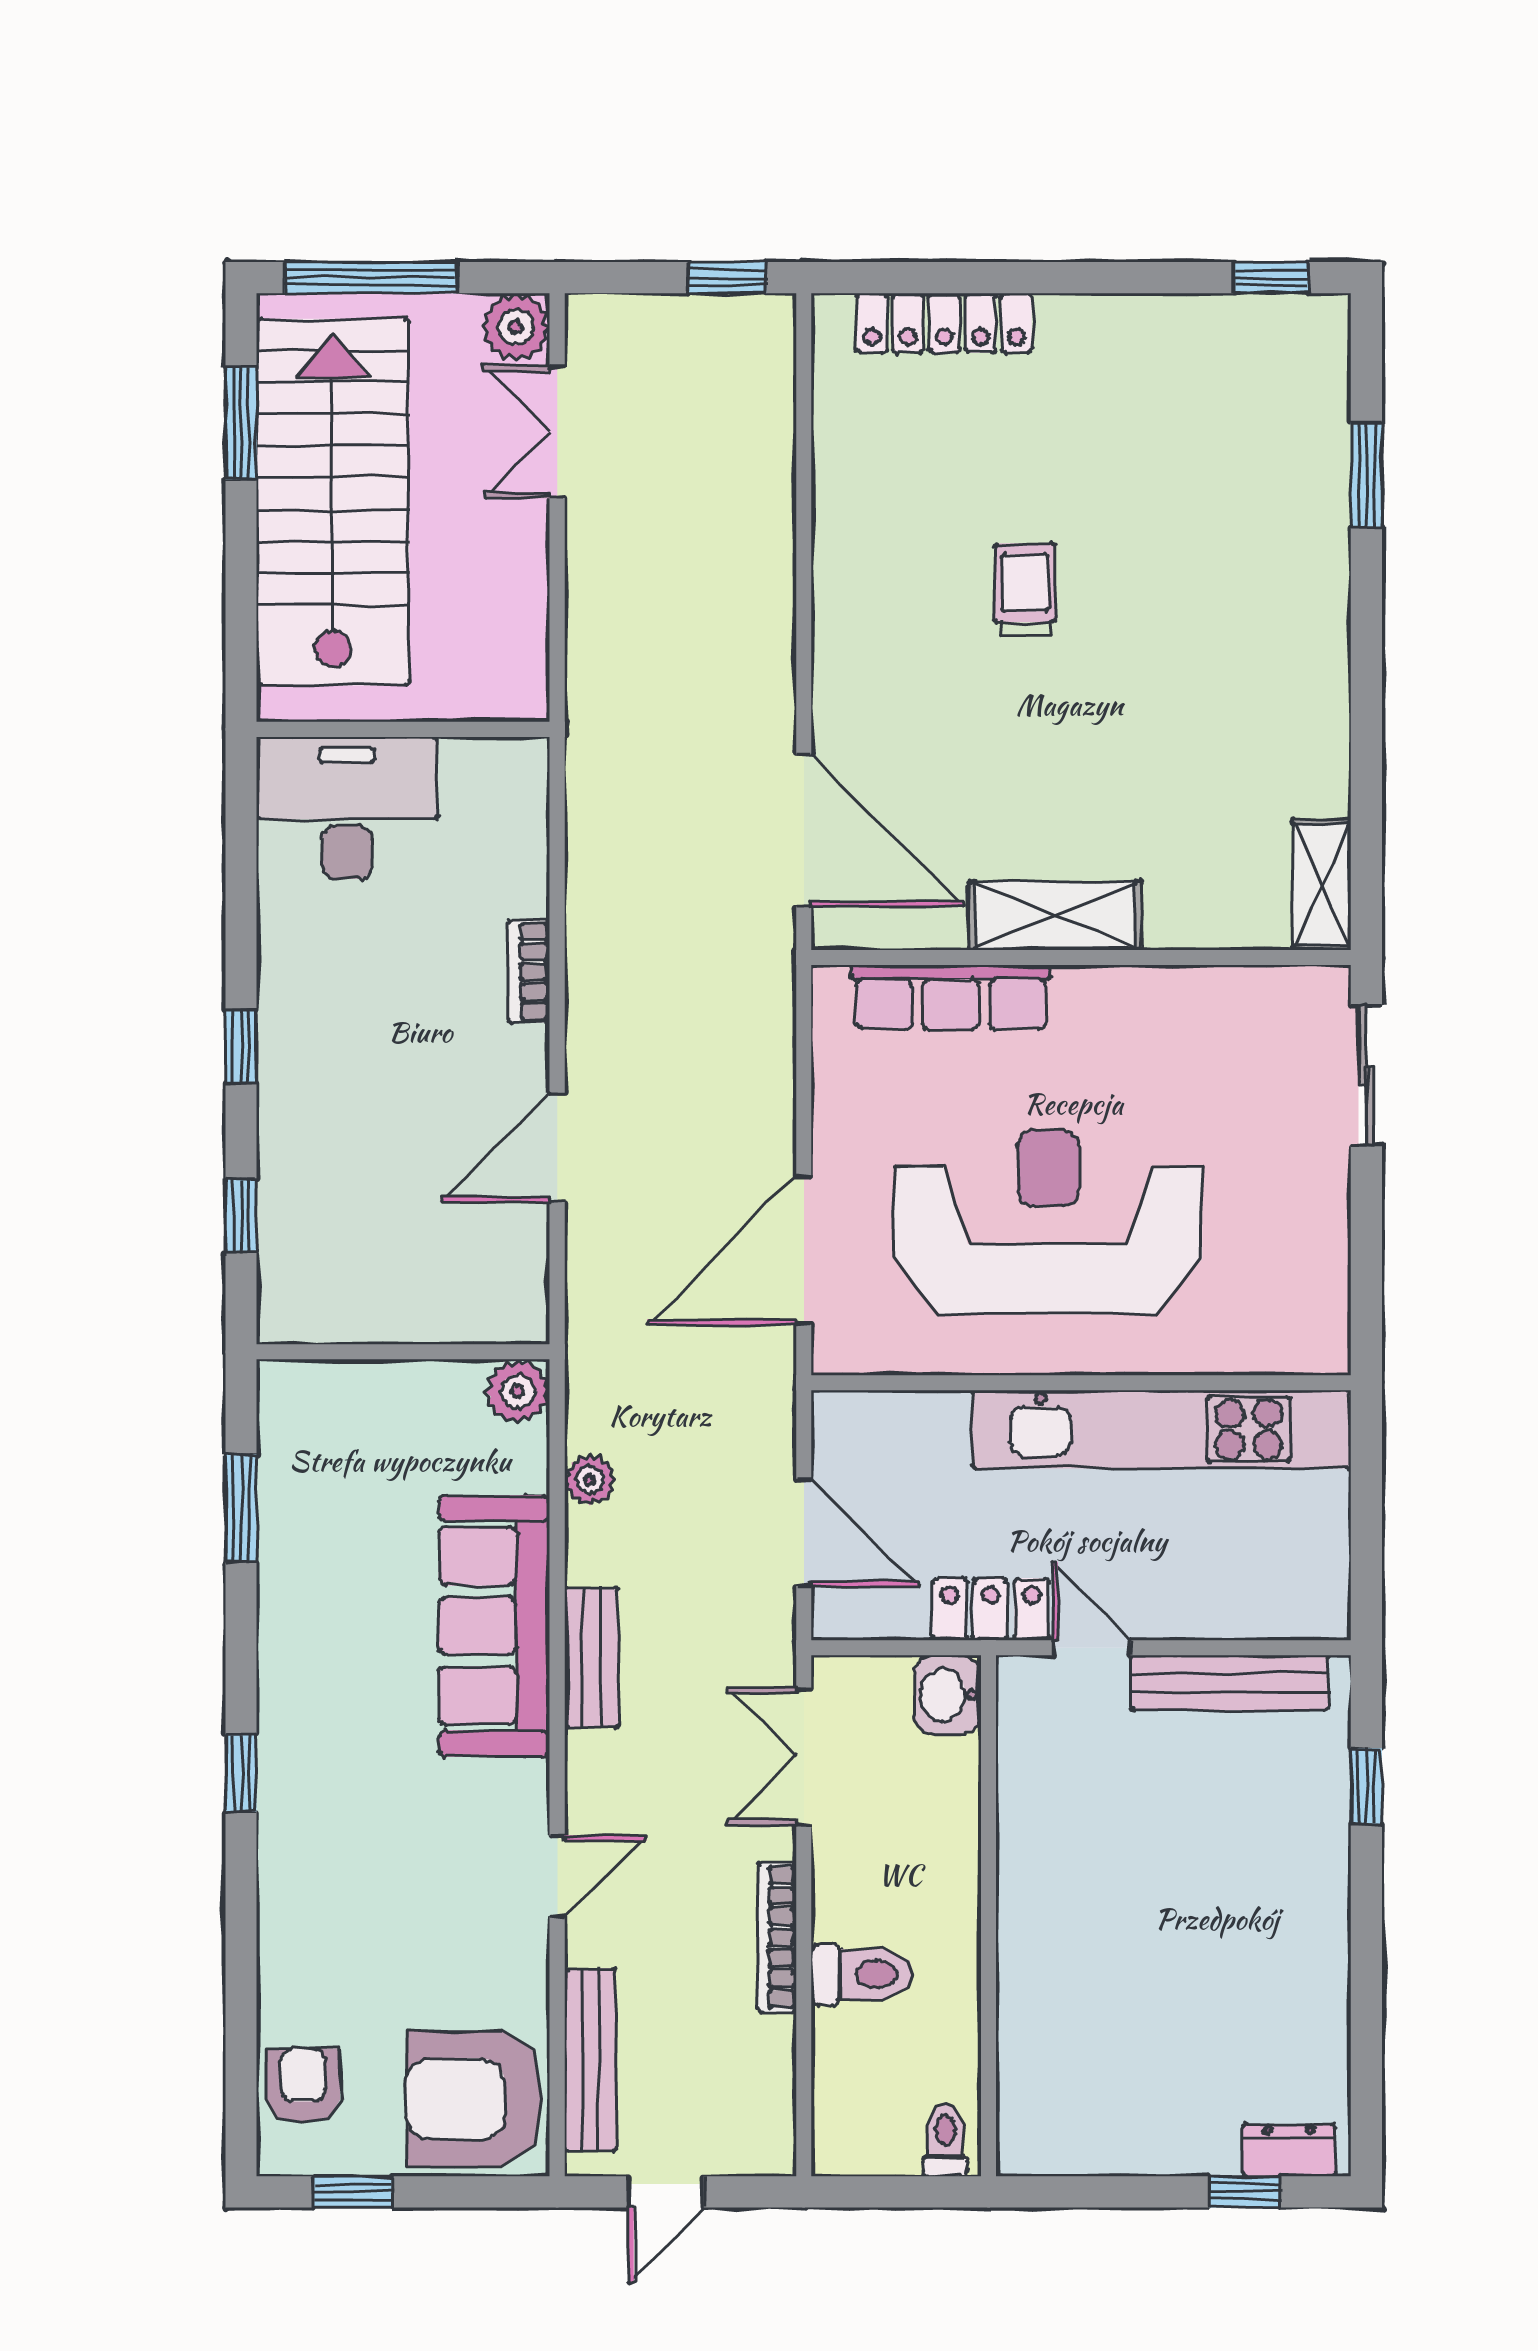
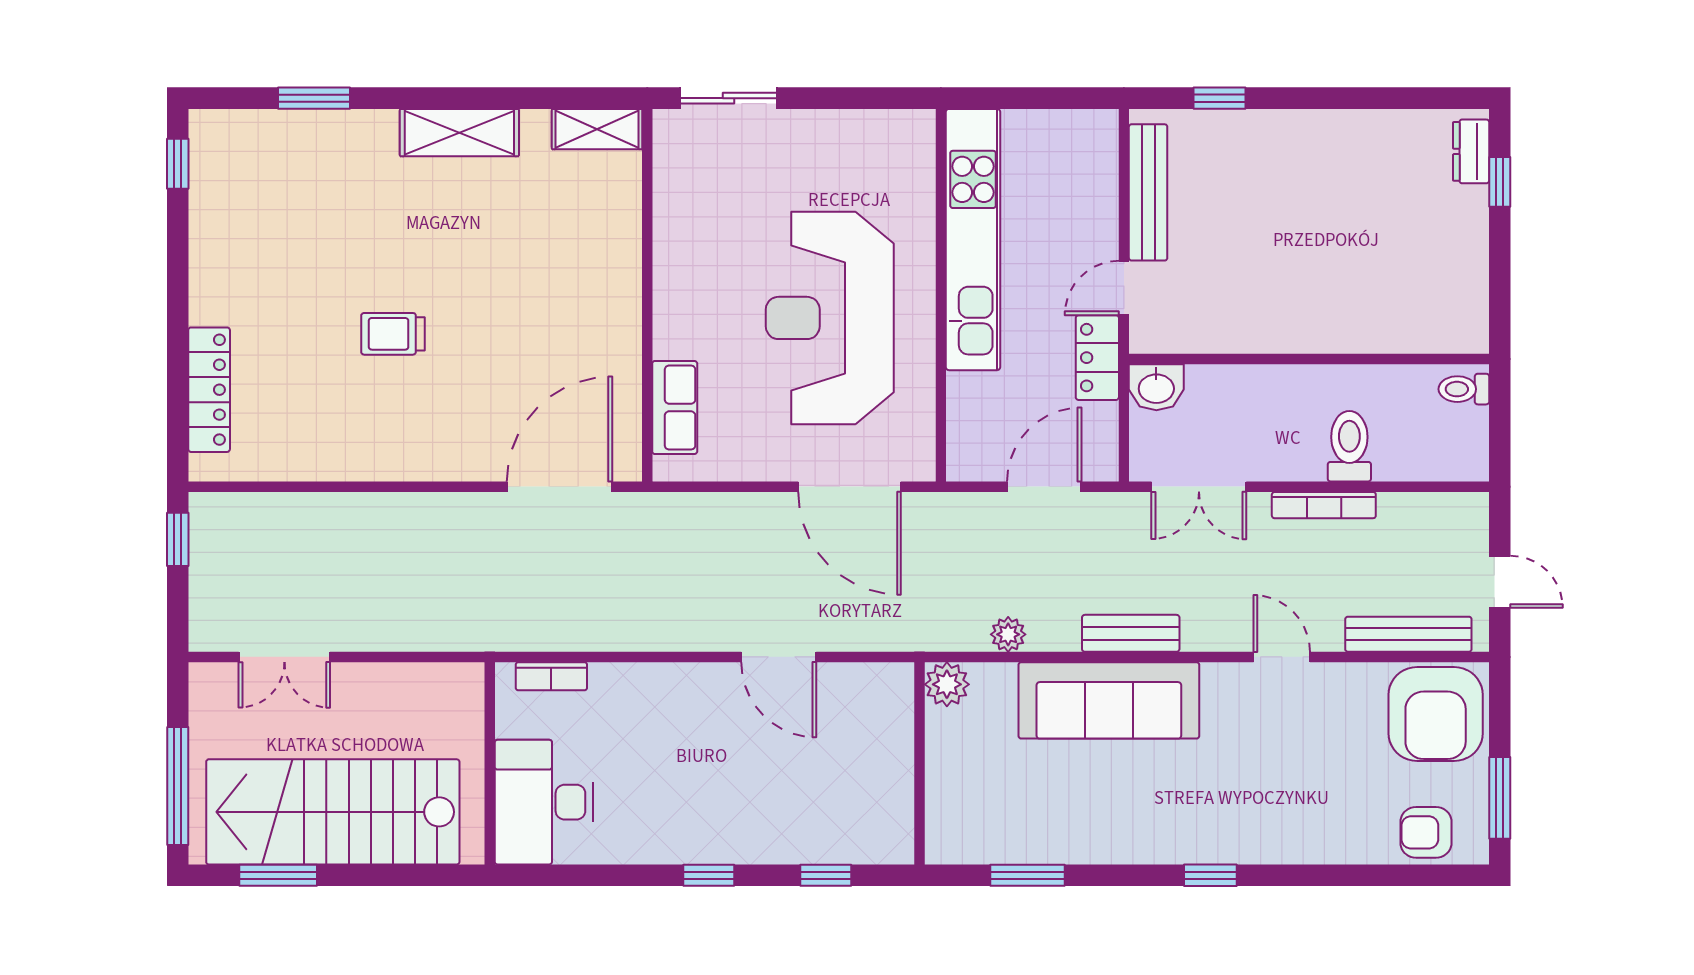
plant: (516, 327) -> (212, 685), removed
shelving: (1055, 916) -> (459, 133), moved, turned 90
bookcase: (529, 971) -> (551, 676), moved
row of seats: (951, 997) -> (675, 408), width x0.68
window: (353, 2192) -> (1500, 798), width x1.50

